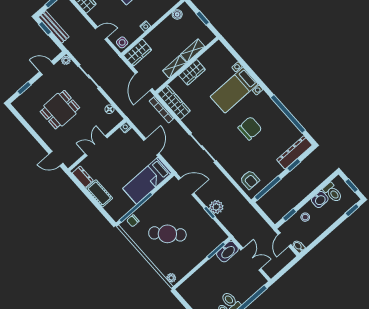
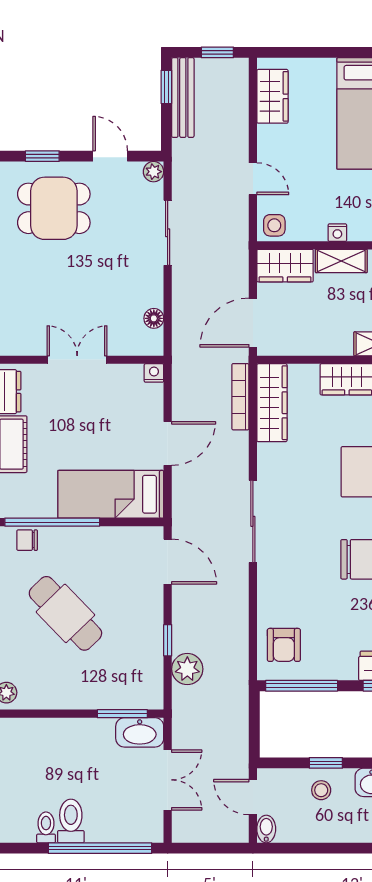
shelving: (175, 67) -> (341, 261), moved
dining table: (60, 110) -> (54, 208), moved
plant: (216, 207) -> (187, 669), moved
window: (289, 215) -> (326, 763), moved
door: (284, 240) -> (253, 797), hinge flipped

